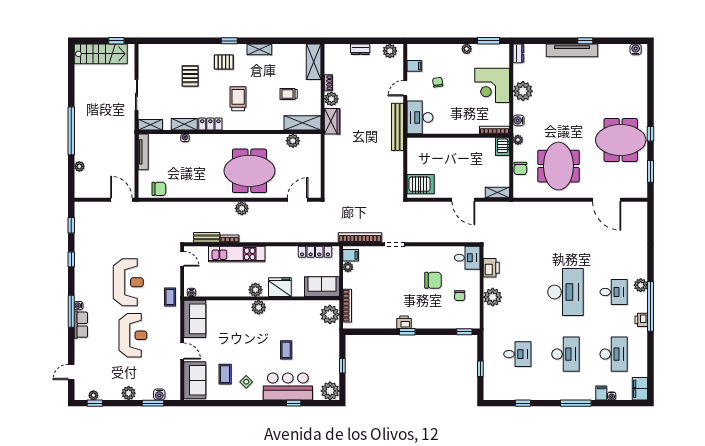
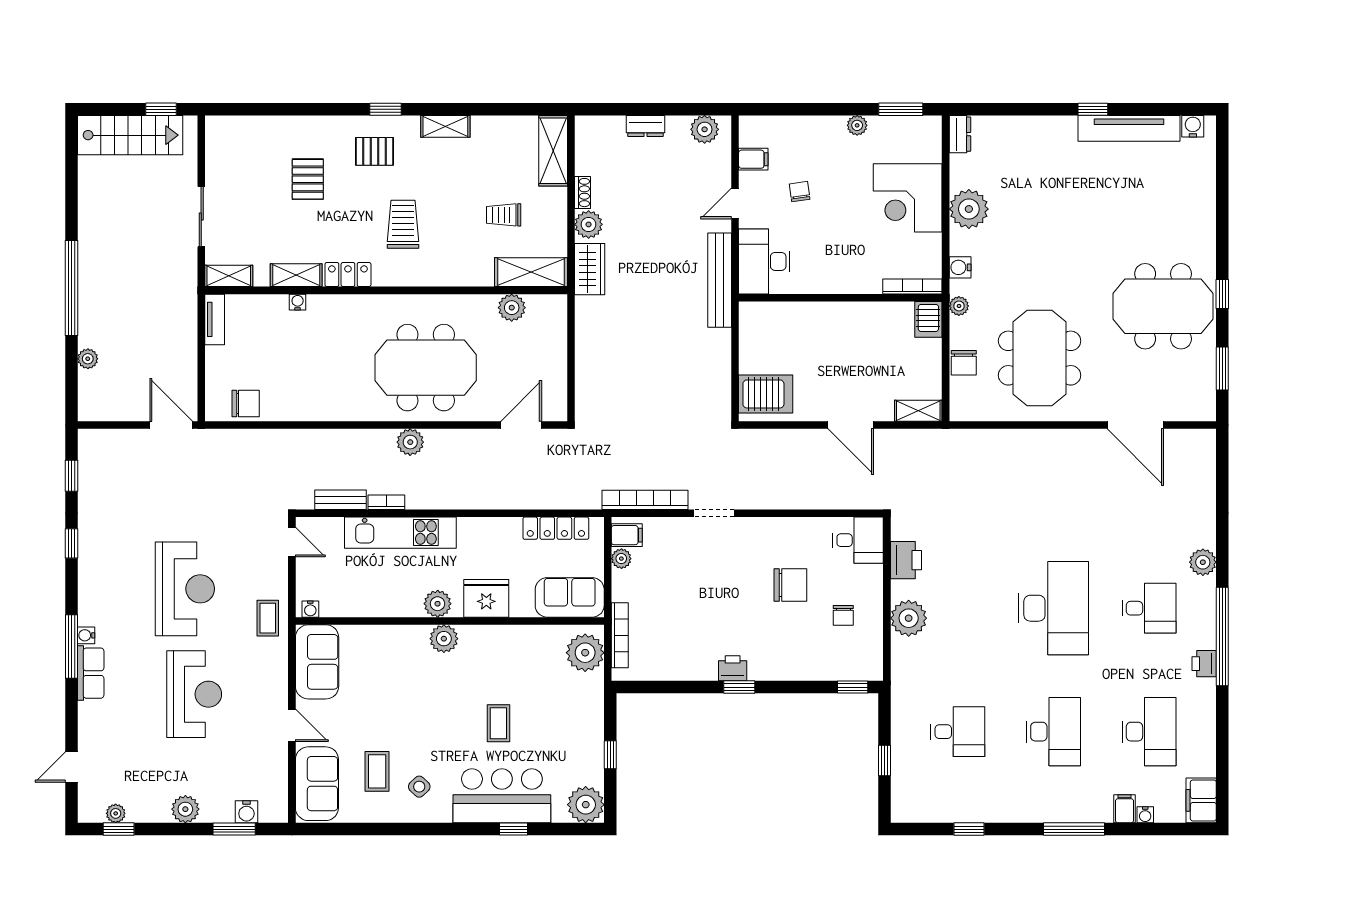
tv unit: (572, 50) -> (1129, 128), moved
tv unit: (143, 152) -> (215, 319), width x0.71
plant: (641, 285) -> (1203, 562), moved

